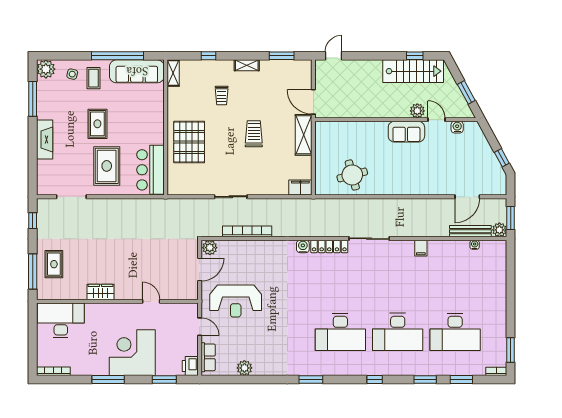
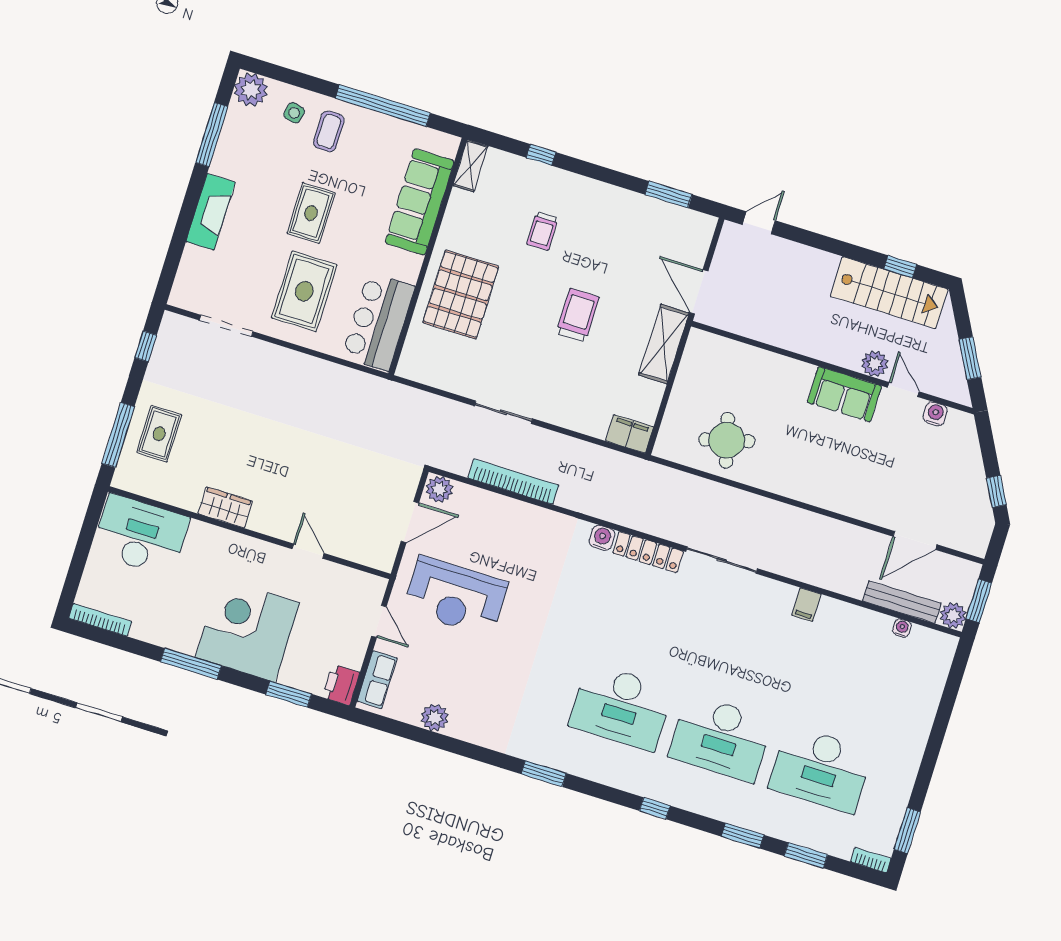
shelving: (247, 65) -> (603, 192), removed
sofa: (137, 71) -> (420, 202), moved, turned 90

